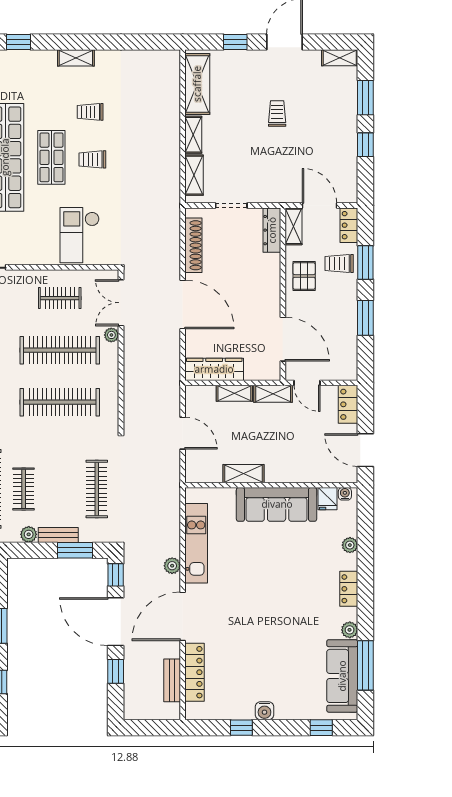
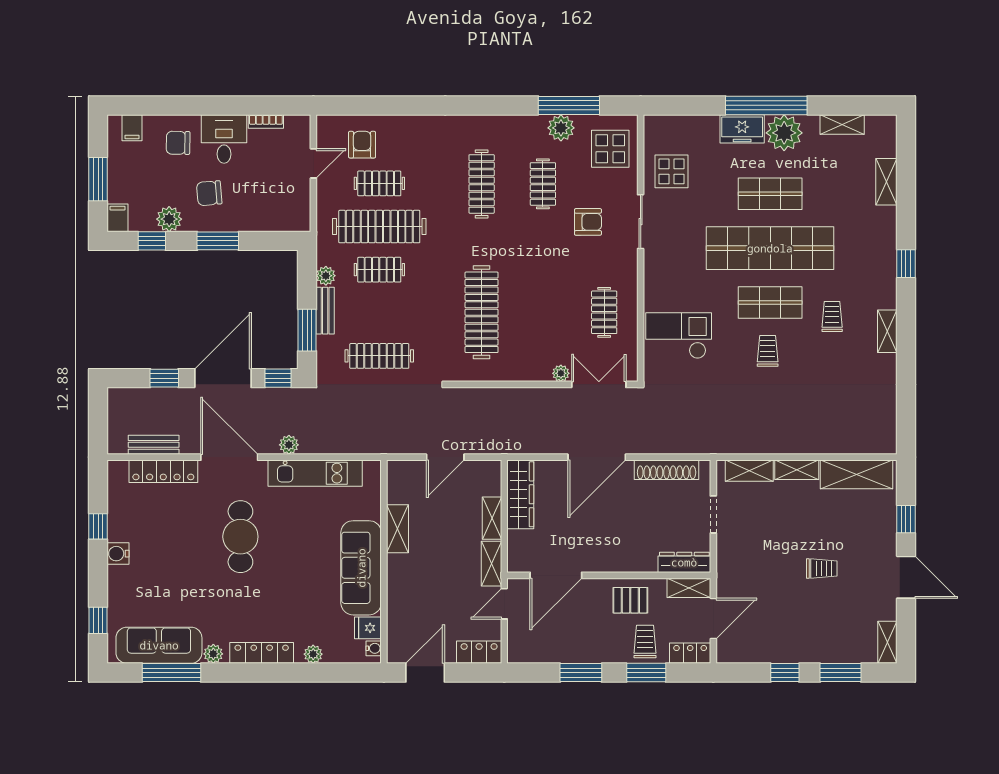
trolley: (90, 112) -> (832, 316), moved
clothes rail: (60, 350) -> (543, 312), removed
locker: (349, 589) -> (262, 653), width x1.53
cafe table: (250, 607) -> (240, 537), added

